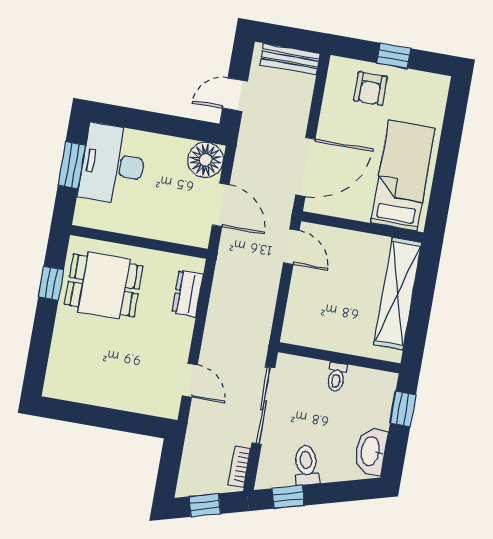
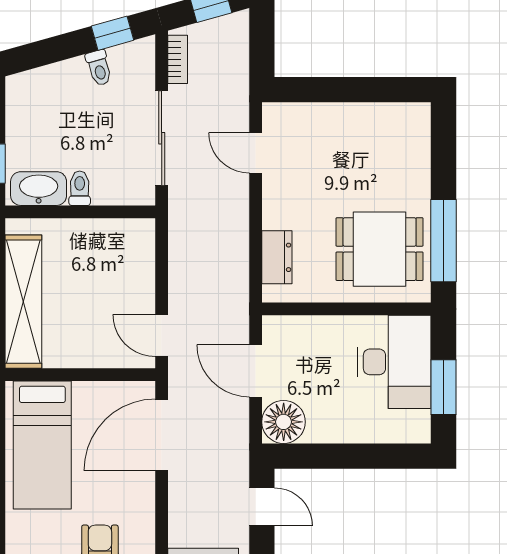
door: (235, 95) -> (262, 507), hinge flipped
desk: (113, 164) -> (394, 362), moved
window: (51, 283) -> (443, 241), width x2.17
washbasin: (371, 451) -> (39, 189), moved, turned -90
toilet: (306, 465) -> (99, 68), width x0.73, depth x0.72

